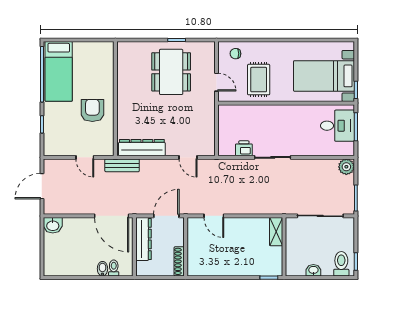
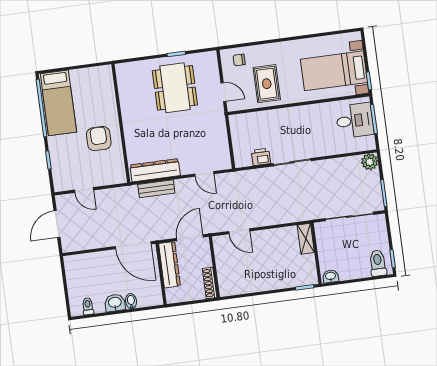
door: (85, 157) -> (84, 190), moved
bench: (122, 165) -> (156, 189), moved
washbasin: (53, 225) -> (115, 303), moved, turned 180
toilet: (114, 268) -> (88, 306), moved
washbasin: (313, 270) -> (331, 276), moved

